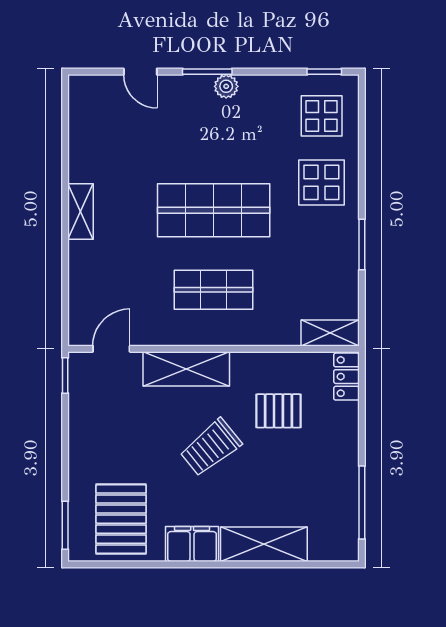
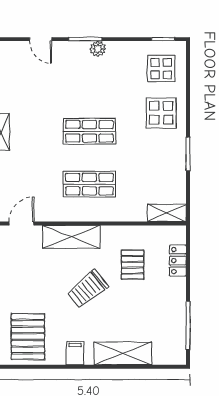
shop shelf: (214, 210) -> (89, 131), width x0.70, depth x0.74
locker: (346, 377) -> (178, 261), moved
pallet: (278, 411) -> (133, 265), turned 90
filing cabinet: (192, 544) -> (75, 353), width x0.50

